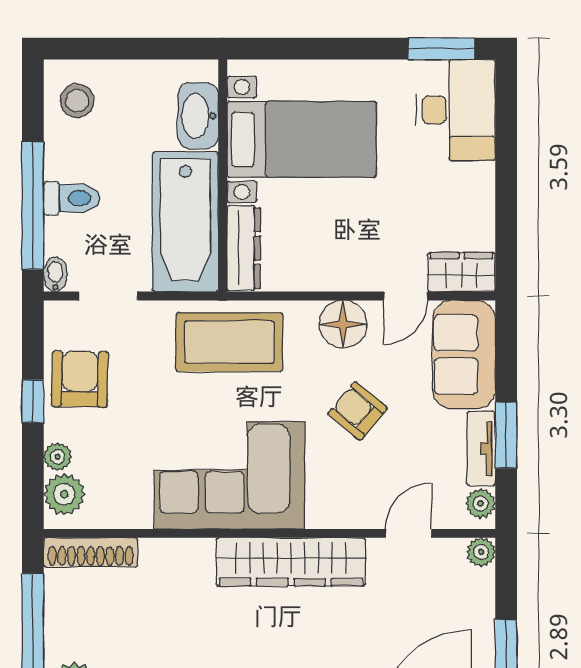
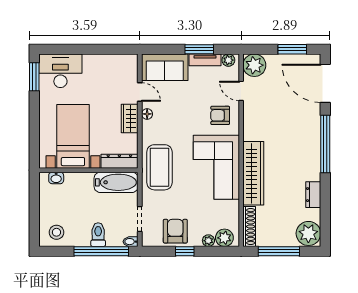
washbasin: (198, 116) -> (56, 178), width x0.52, depth x0.69
bathtub: (185, 222) -> (116, 182), width x0.73, depth x0.73
wardrobe: (461, 272) -> (130, 118), moved
floor lamp: (343, 324) -> (147, 114), width x0.53, depth x0.53
armchair: (80, 379) -> (175, 231), turned 89
armchair: (358, 411) -> (220, 115), moved, turned 50
plant: (481, 552) -> (254, 65), width x1.88, depth x1.88
wardrobe: (291, 562) -> (253, 173), moved

